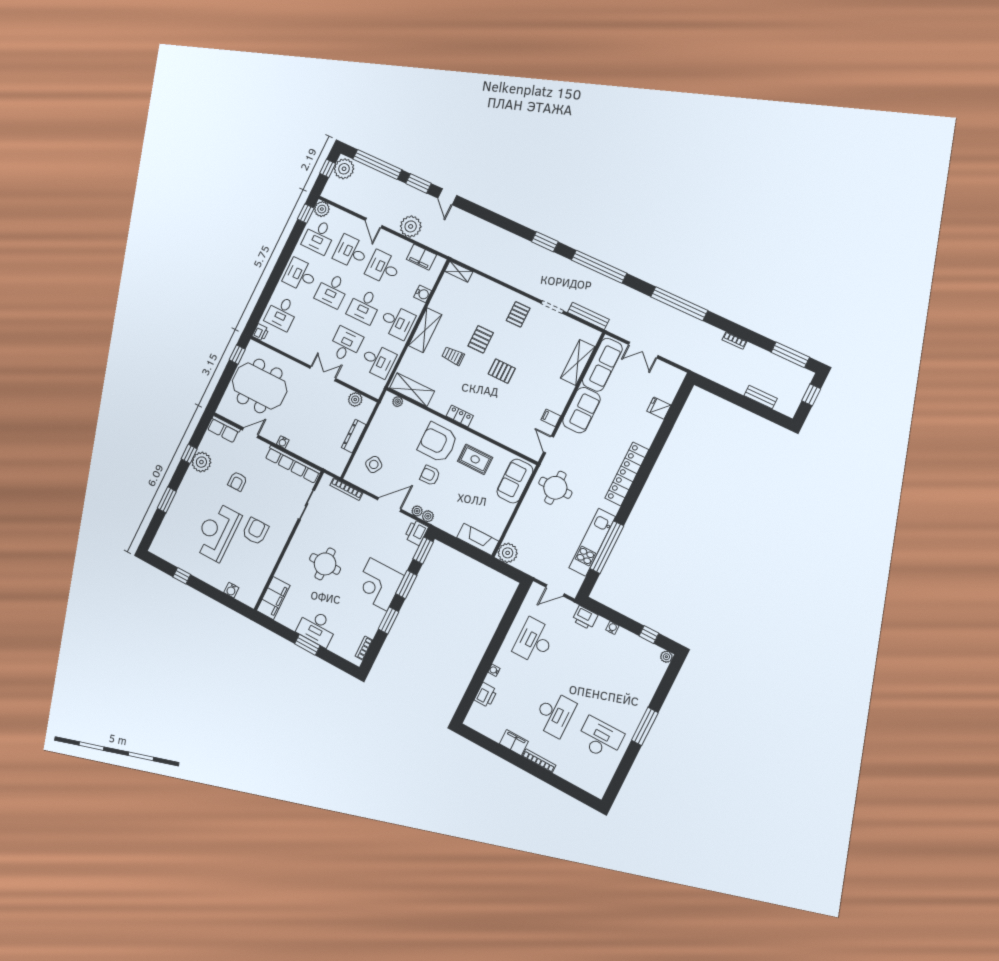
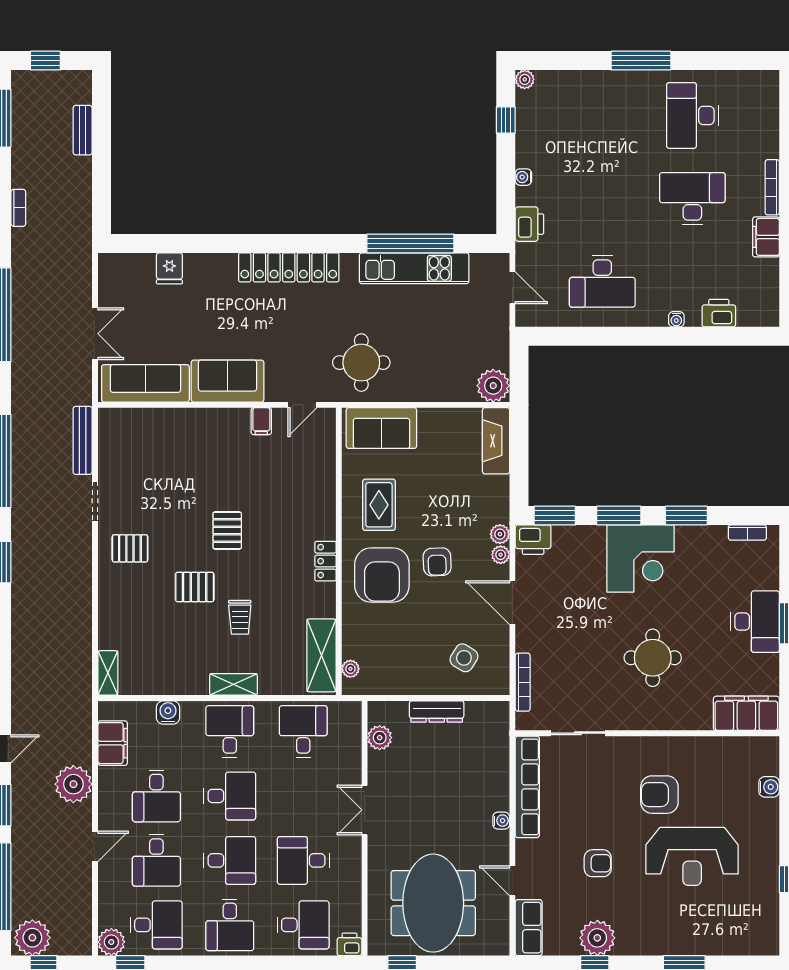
shelving: (425, 330) -> (234, 684), width x0.67, depth x0.75
desk: (346, 345) -> (303, 860), moved
shelving: (578, 362) -> (160, 422), removed

